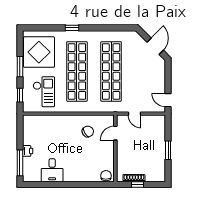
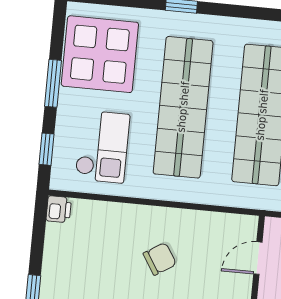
chair: (88, 131) -> (160, 259), moved
printer: (28, 151) -> (59, 209), moved

